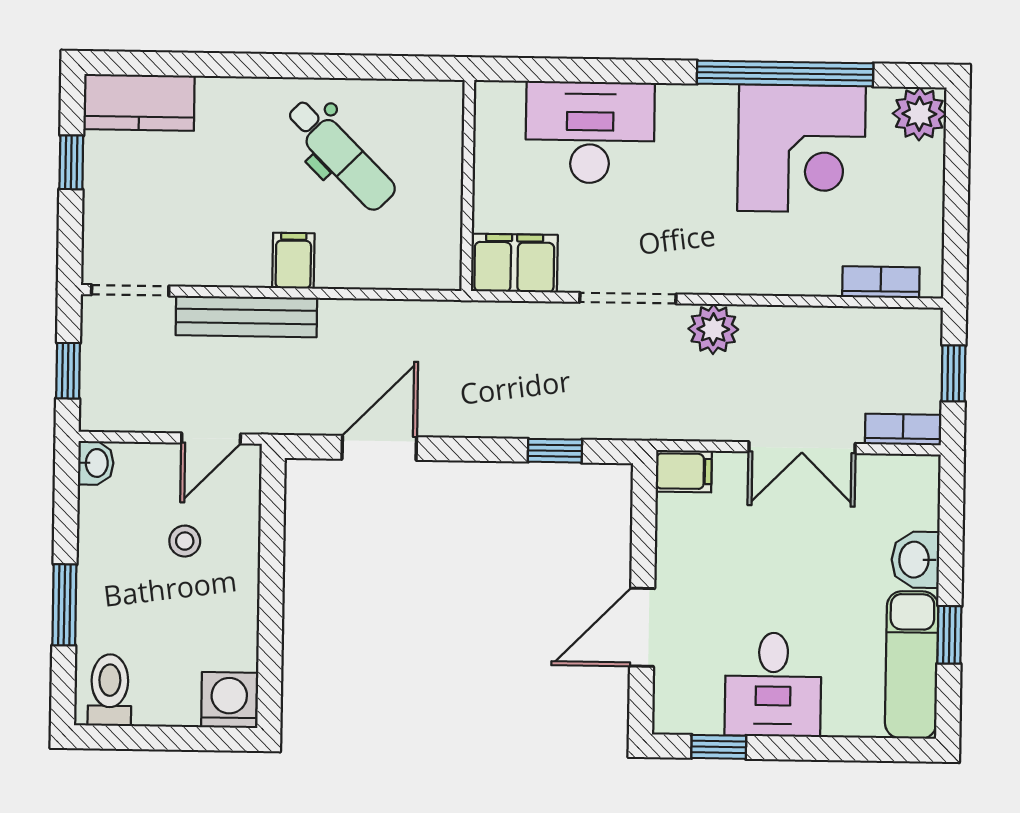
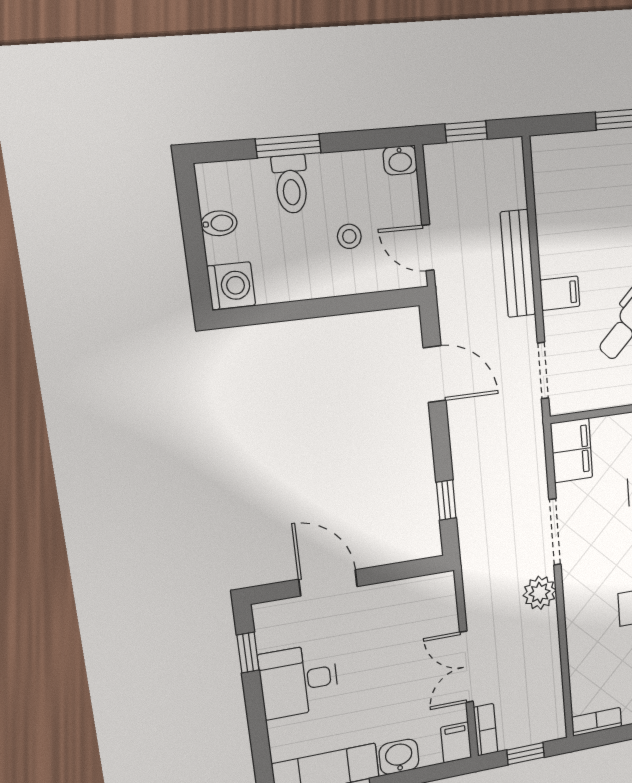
bookcase: (881, 282) -> (597, 722), moved, turned -90
doorway: (130, 290) -> (543, 371), moved
filing cabinet: (684, 471) -> (456, 742), moved, turned 180
toilet: (110, 690) -> (291, 184), moved, turned 90
bidet: (150, 704) -> (219, 223), added

